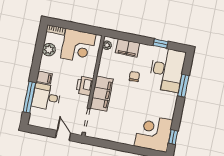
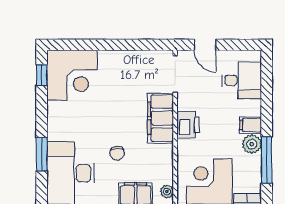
plant: (49, 50) -> (252, 144), moved
window: (29, 97) -> (267, 160), moved
desk: (46, 97) -> (242, 80), moved

